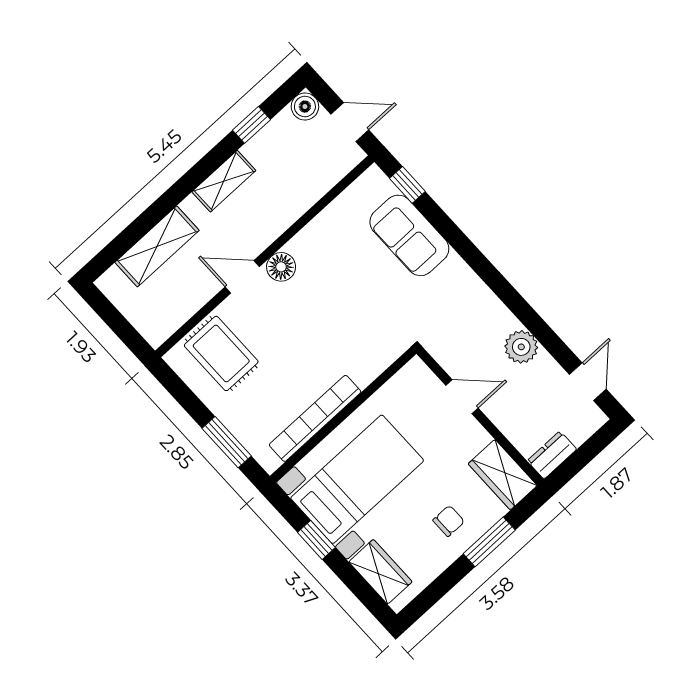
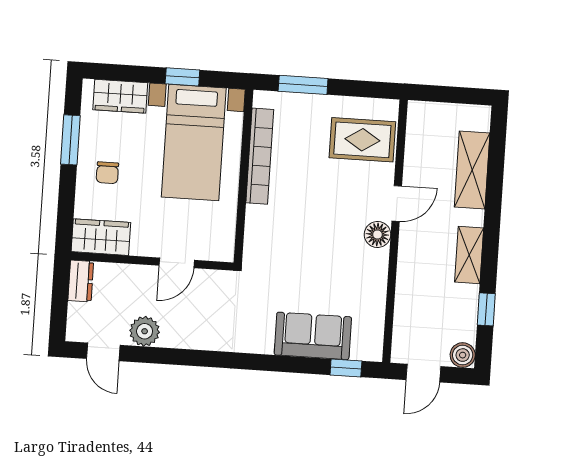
plant: (521, 347) -> (145, 331), moved
window: (489, 542) -> (70, 140), moved

